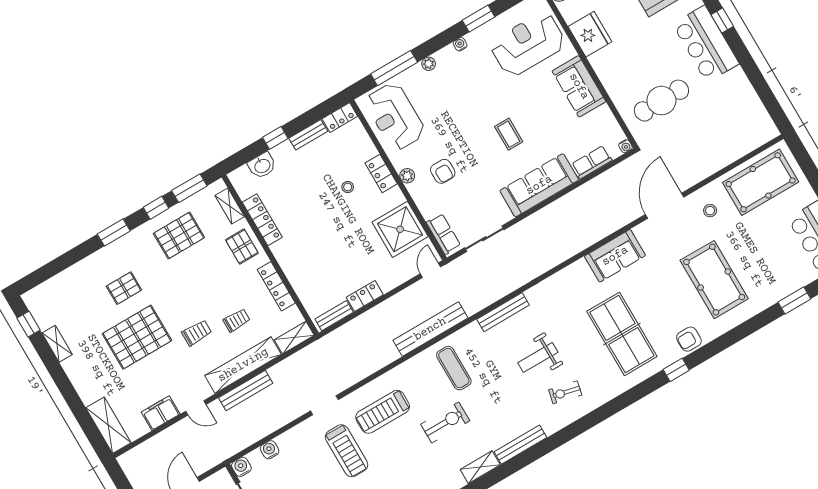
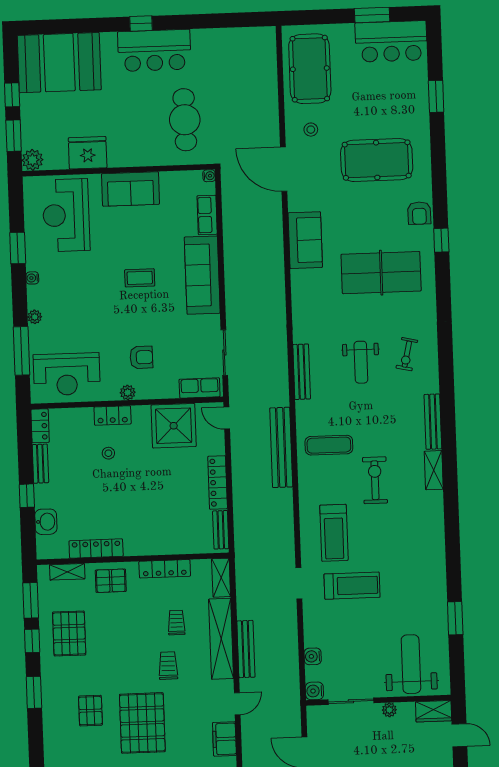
locker: (365, 296) -> (218, 483), width x1.53

